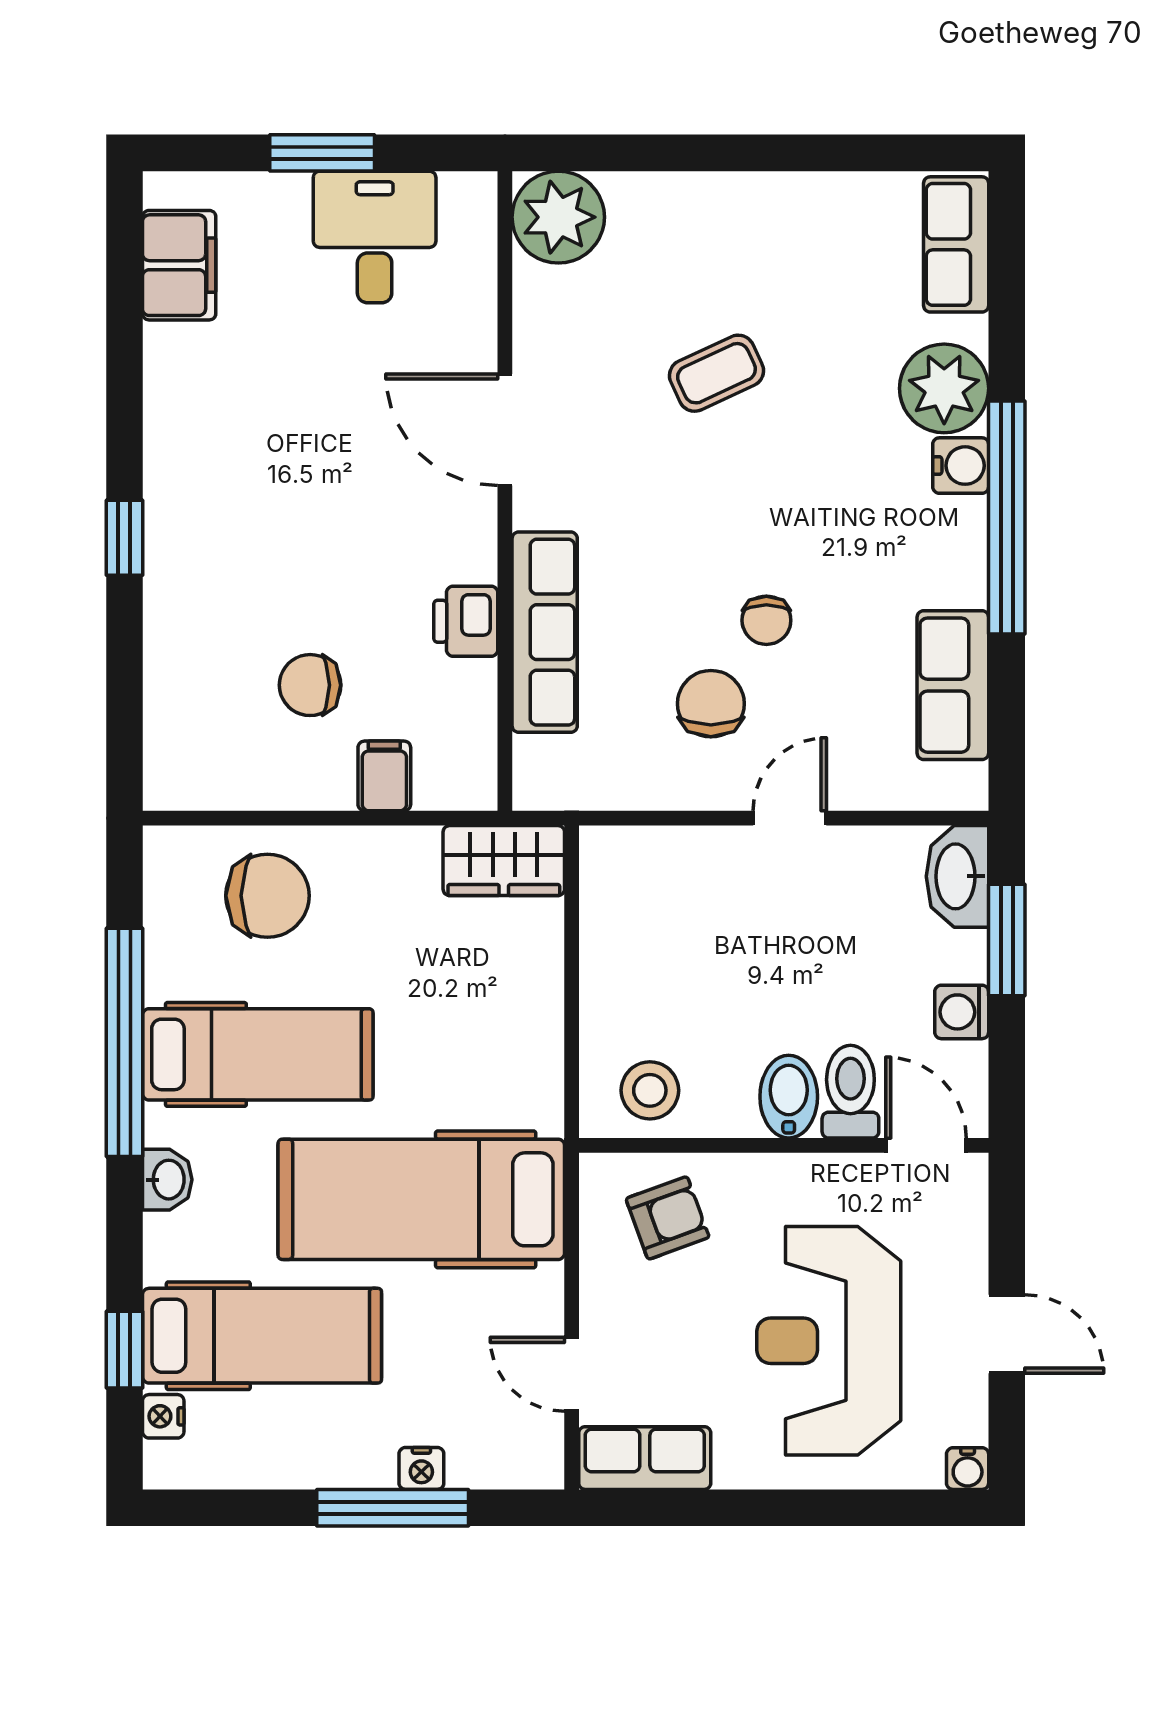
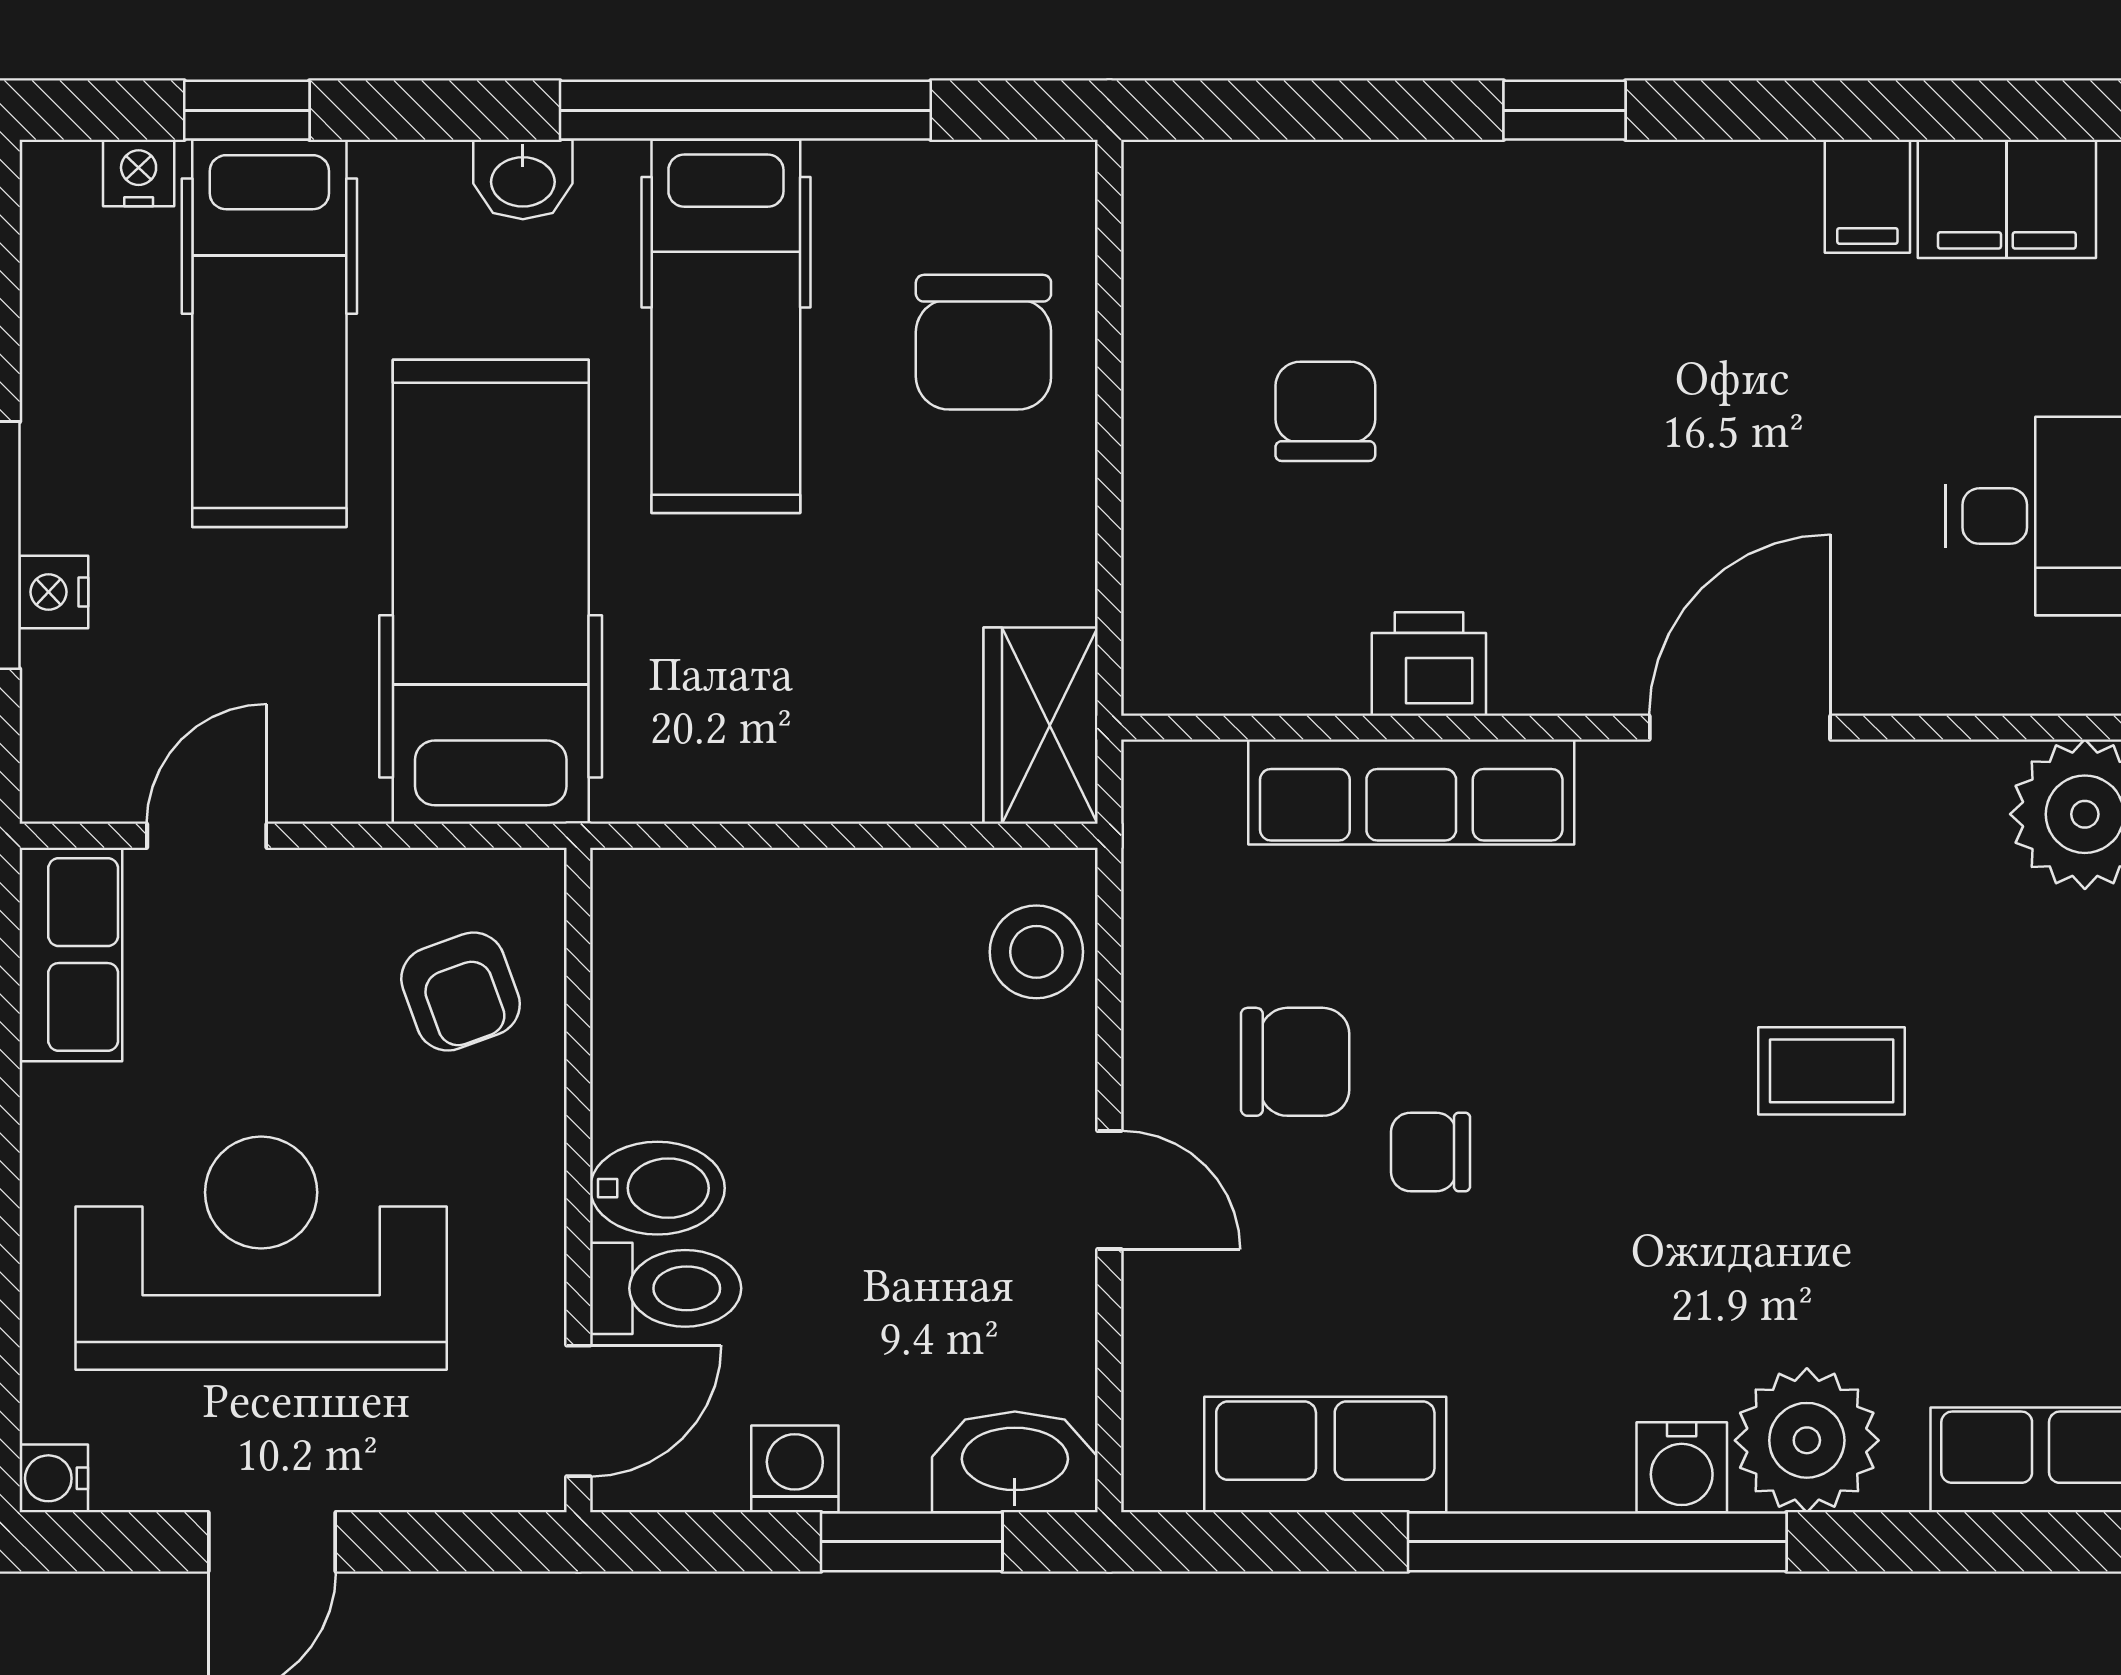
coffee table: (716, 373) -> (1832, 1071), turned -65
filing cabinet: (384, 776) -> (1867, 196), moved, turned 90
stool: (650, 1090) -> (1036, 952), moved

